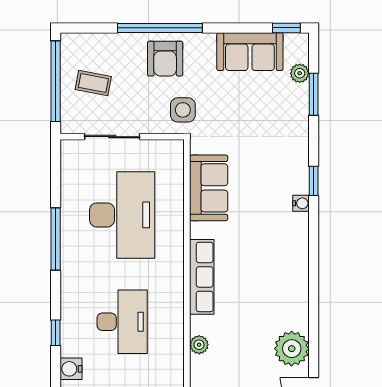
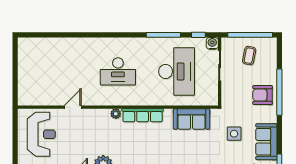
side table: (183, 110) -> (234, 134), moved
desk: (122, 215) -> (177, 71), turned -90
window: (56, 333) -> (198, 35), moved
plant: (199, 345) -> (116, 114), moved
water cooler: (71, 369) -> (212, 43), moved

